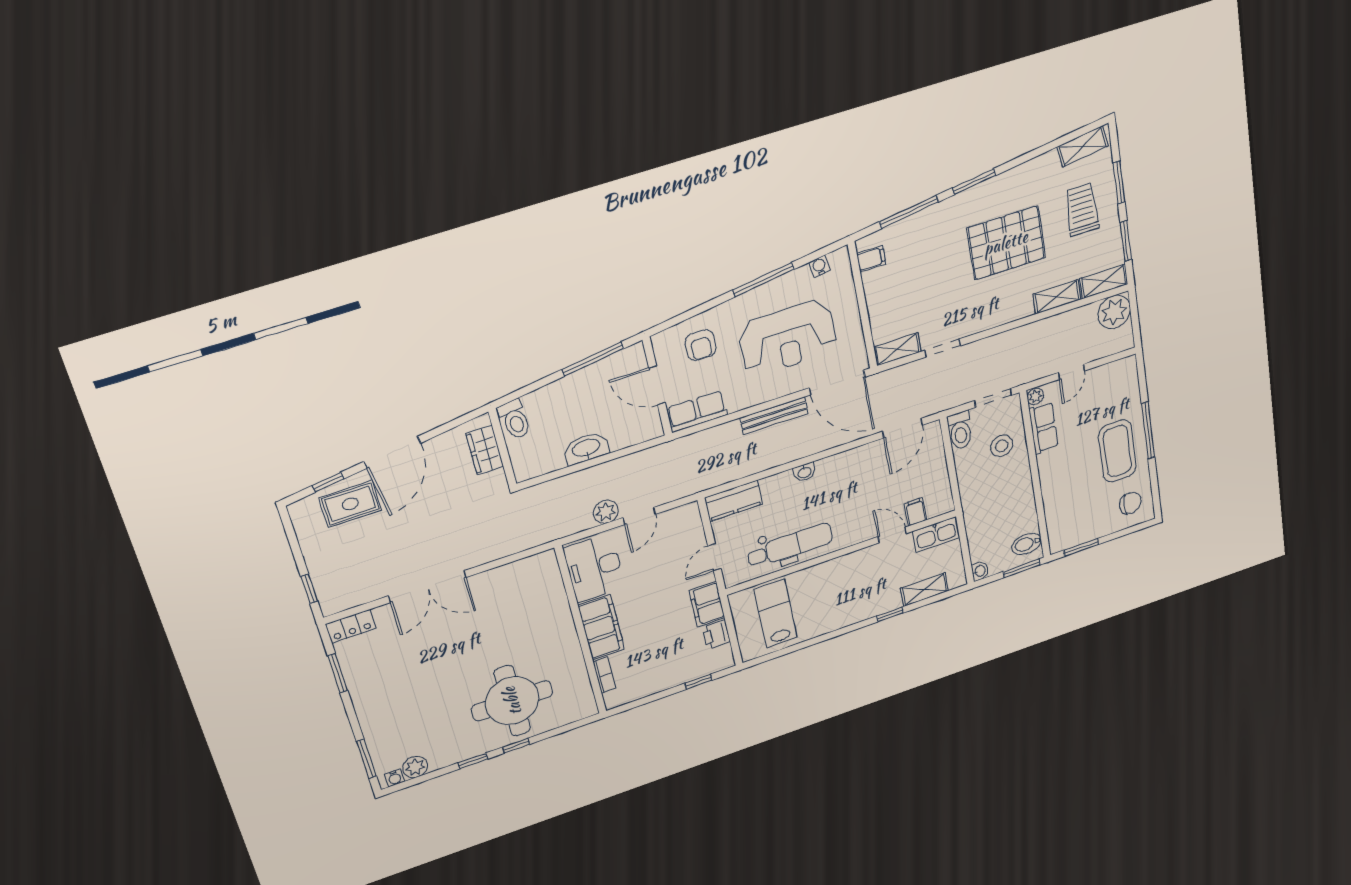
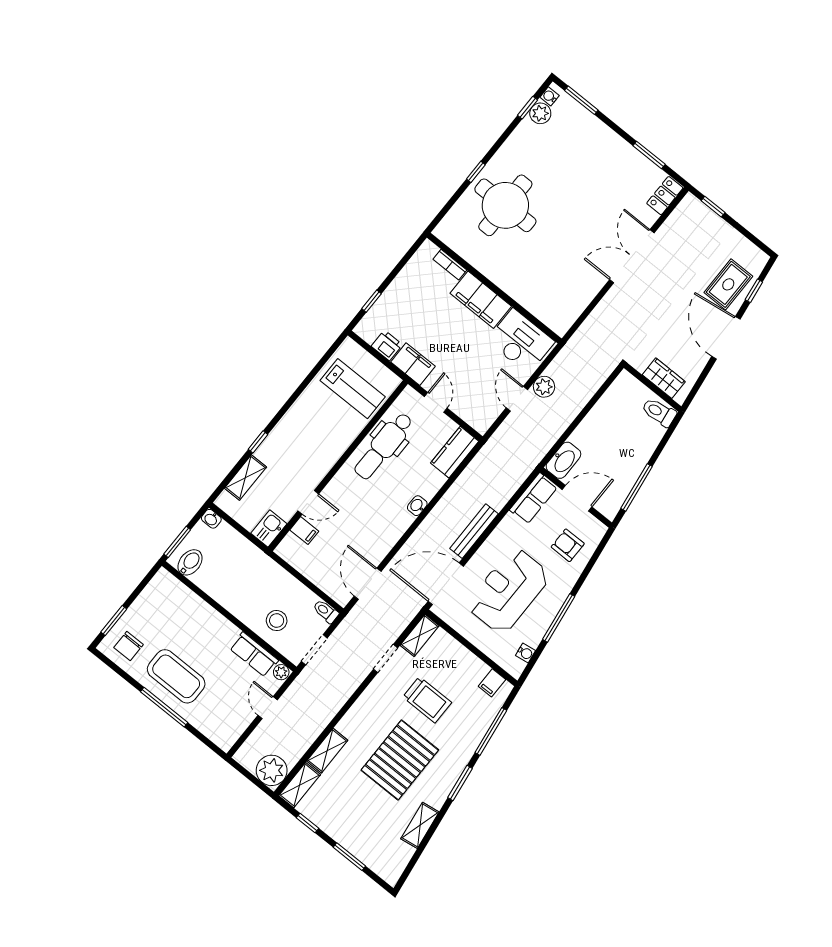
shelving: (1083, 146) -> (420, 825), moved
trolley: (1082, 210) -> (427, 700), moved
window: (1126, 241) -> (308, 823), width x0.67
toilet: (960, 430) -> (326, 611), width x0.73, depth x0.72
washbasin: (586, 448) -> (563, 460), moved
kitchen sink: (936, 535) -> (269, 528), width x0.73
window: (1081, 547) -> (114, 621), moved
window: (473, 761) -> (528, 108), moved

